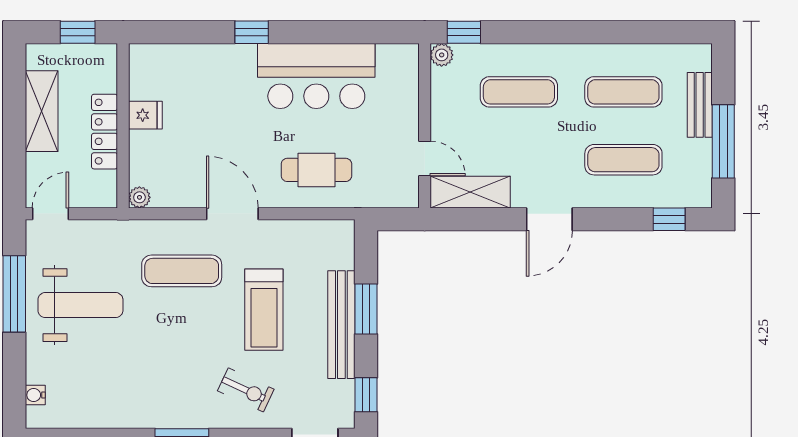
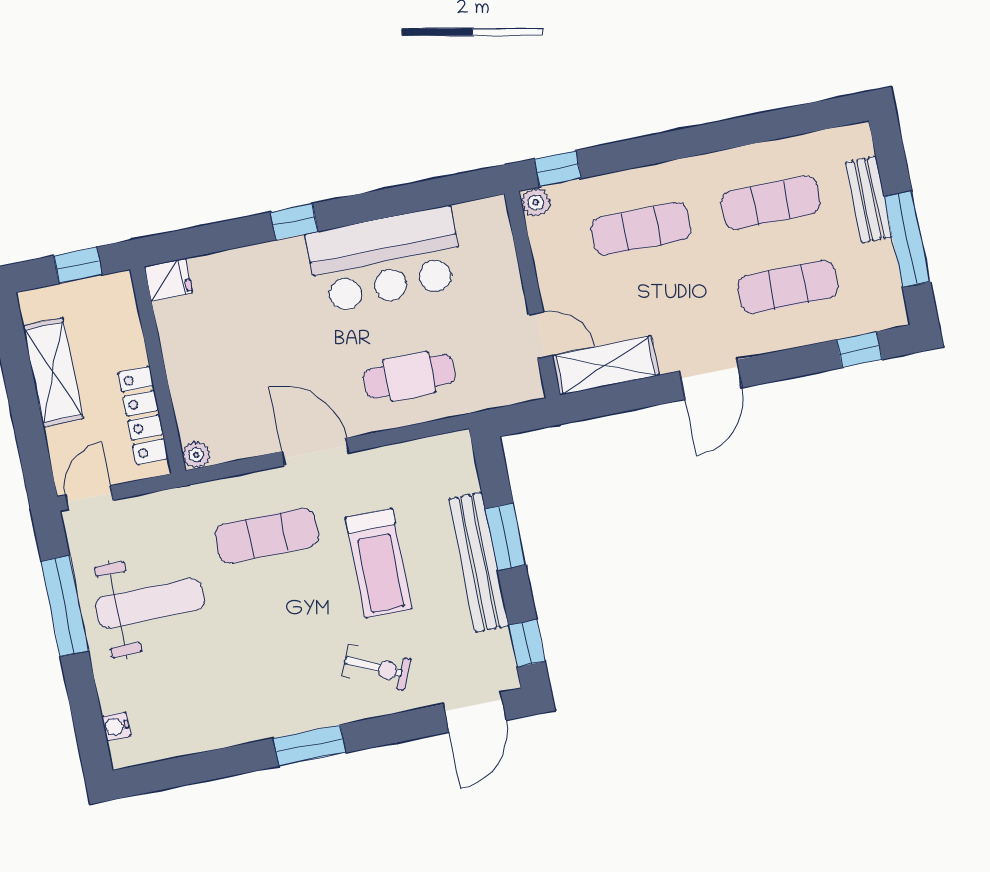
fridge: (145, 115) -> (168, 280), moved
locker: (105, 132) -> (143, 415), moved

